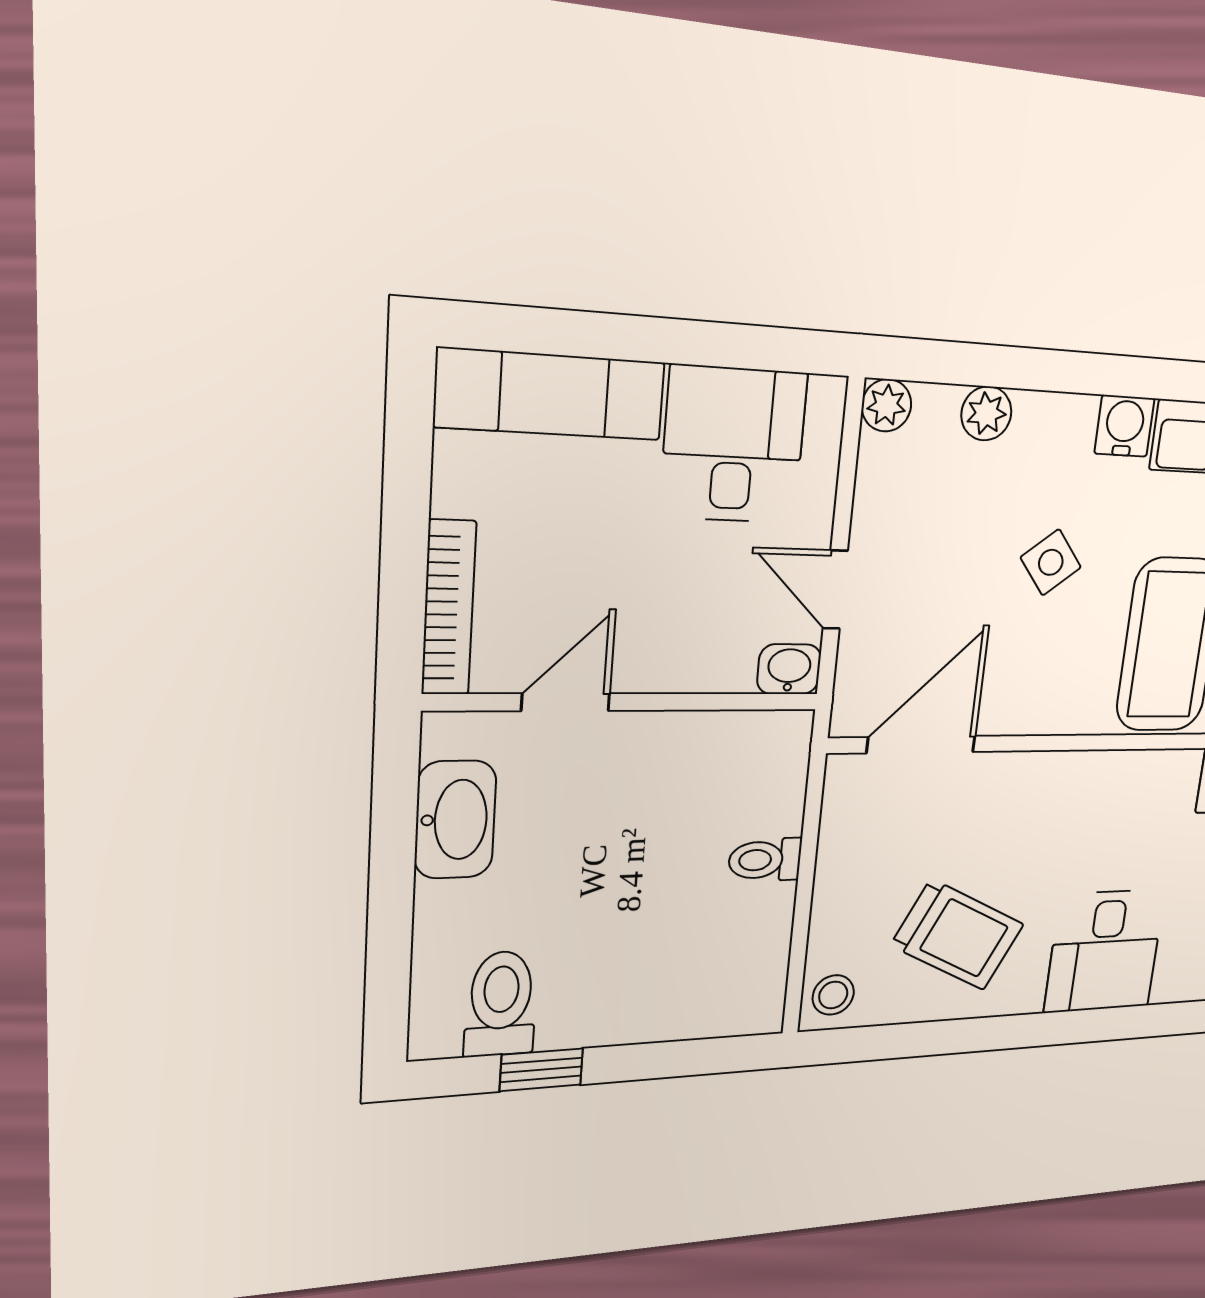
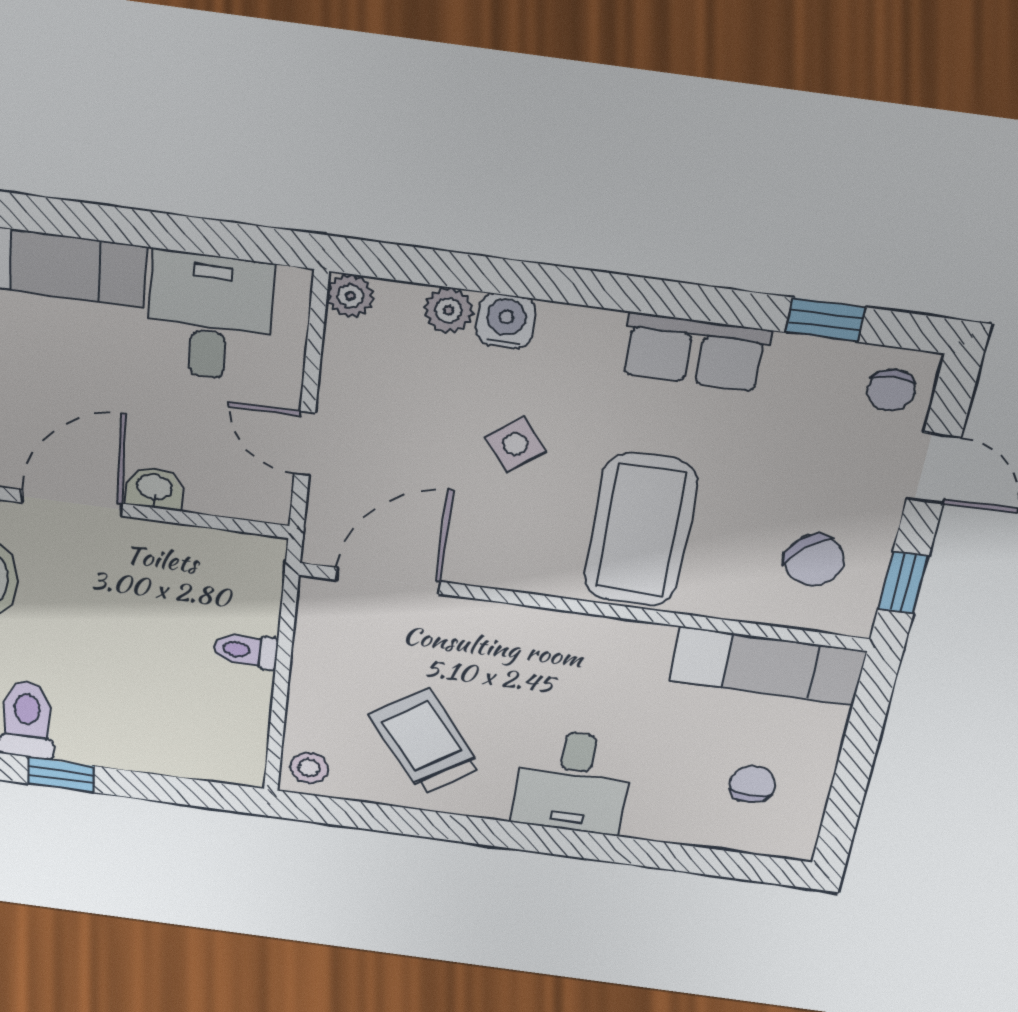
water cooler: (1125, 426) -> (506, 321), moved
washbasin: (789, 669) -> (155, 488), moved
door: (566, 702) -> (72, 503), width x1.38
trolley: (958, 935) -> (425, 742), turned -153

